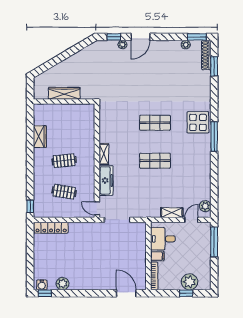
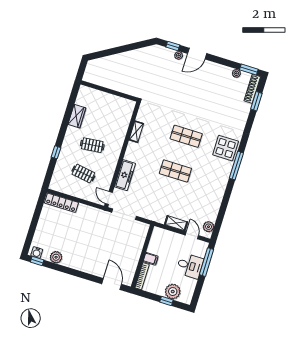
wardrobe: (64, 93) -> (112, 84), removed
shelving: (104, 154) -> (136, 132), moved
window: (30, 206) -> (56, 152), moved
door: (191, 220) -> (192, 235), hinge flipped
desk: (163, 239) -> (190, 266), moved, turned 180

